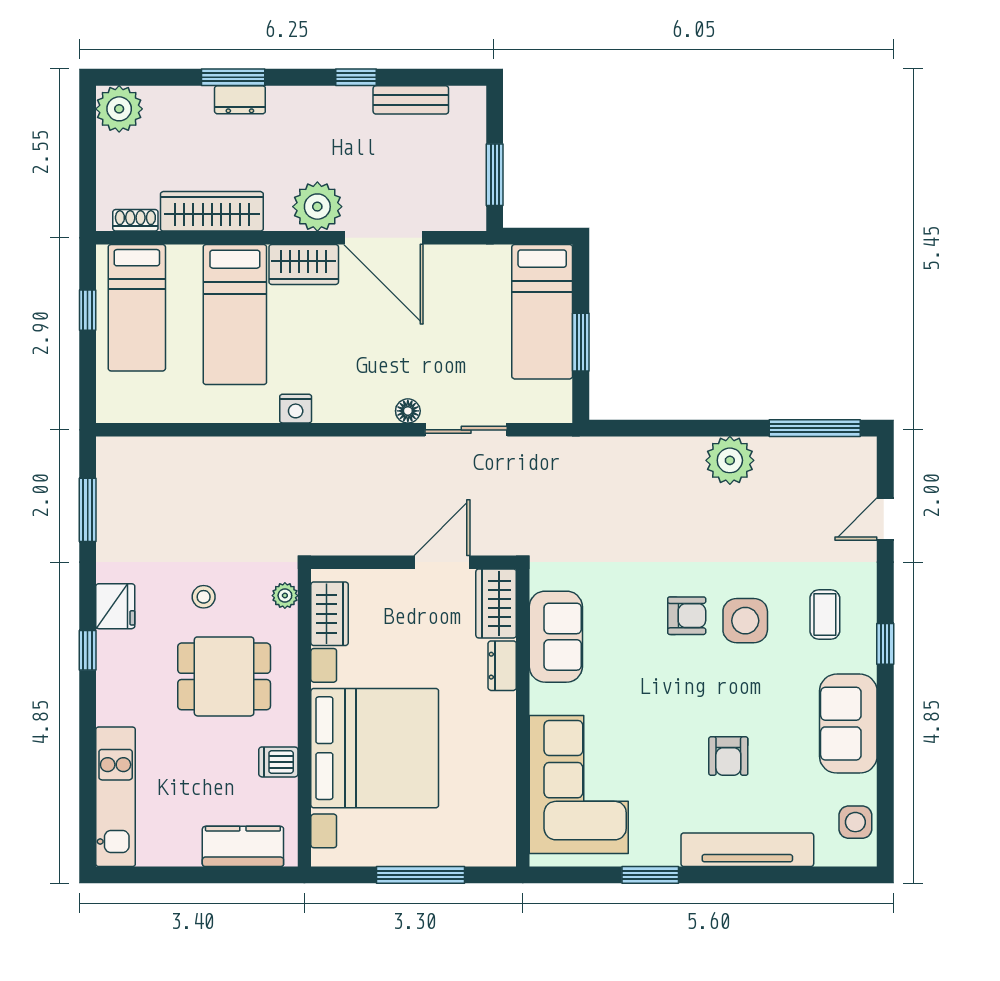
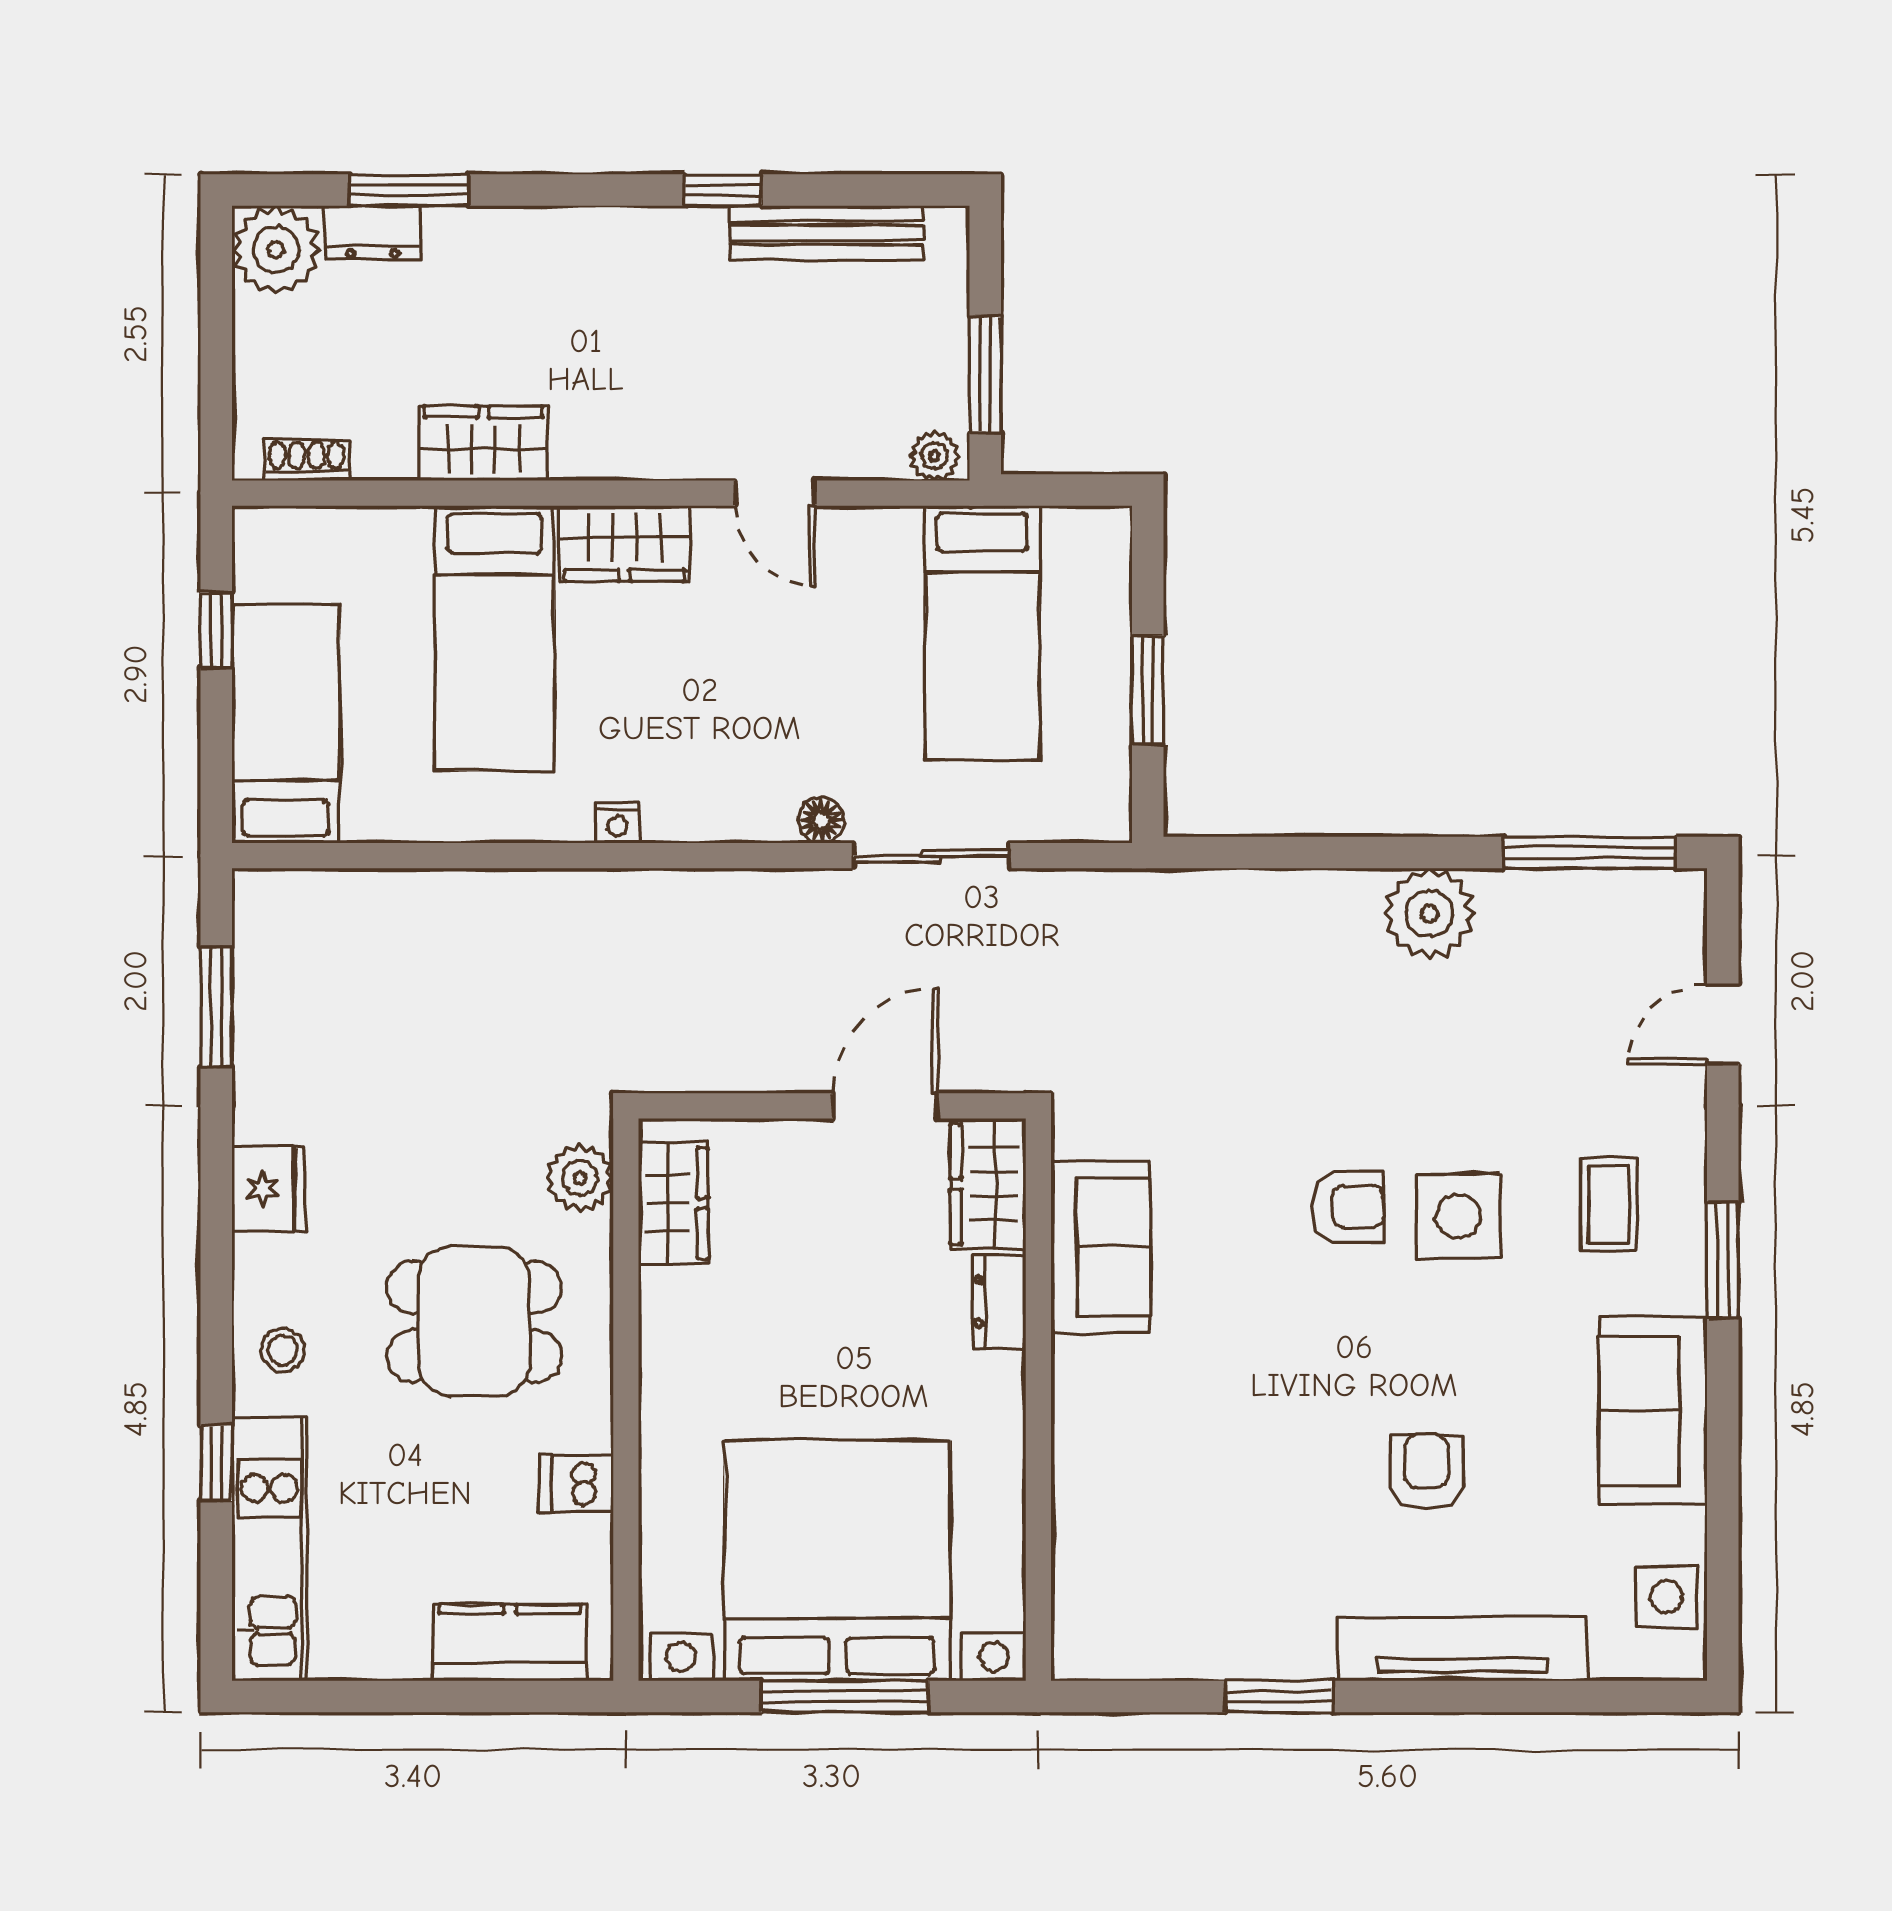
window: (233, 77) -> (409, 190), moved
dresser: (240, 100) -> (373, 232), moved
bench: (411, 100) -> (827, 233), width x1.36
plant: (317, 207) -> (934, 456), moved, width x0.53, depth x0.53
wardrobe: (212, 211) -> (483, 443), width x0.67
door: (383, 238) -> (775, 493), width x0.53
bed: (137, 308) -> (286, 724), moved, turned 180
bed: (542, 312) -> (982, 633), moved
nightstand: (296, 409) -> (618, 823), width x0.72, depth x0.74
plant: (285, 596) -> (580, 1178), width x1.38, depth x1.38
stool: (204, 597) -> (283, 1350), moved
window: (885, 644) -> (1723, 1260), width x1.50
window: (88, 650) -> (216, 1463), moved
bed with nightstands: (375, 748) -> (837, 1560), moved, turned -90
armchair: (728, 756) -> (1426, 1472), turned 180
corner sofa: (579, 785) -> (1144, 1526), removed

